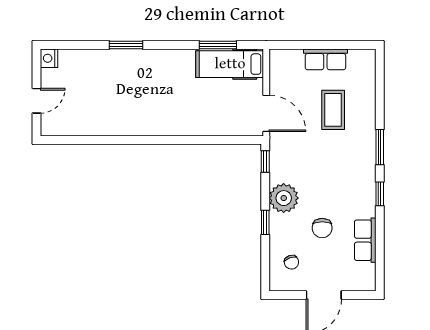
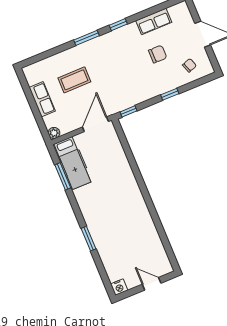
plant: (284, 198) -> (54, 133), moved, width x0.53, depth x0.53

